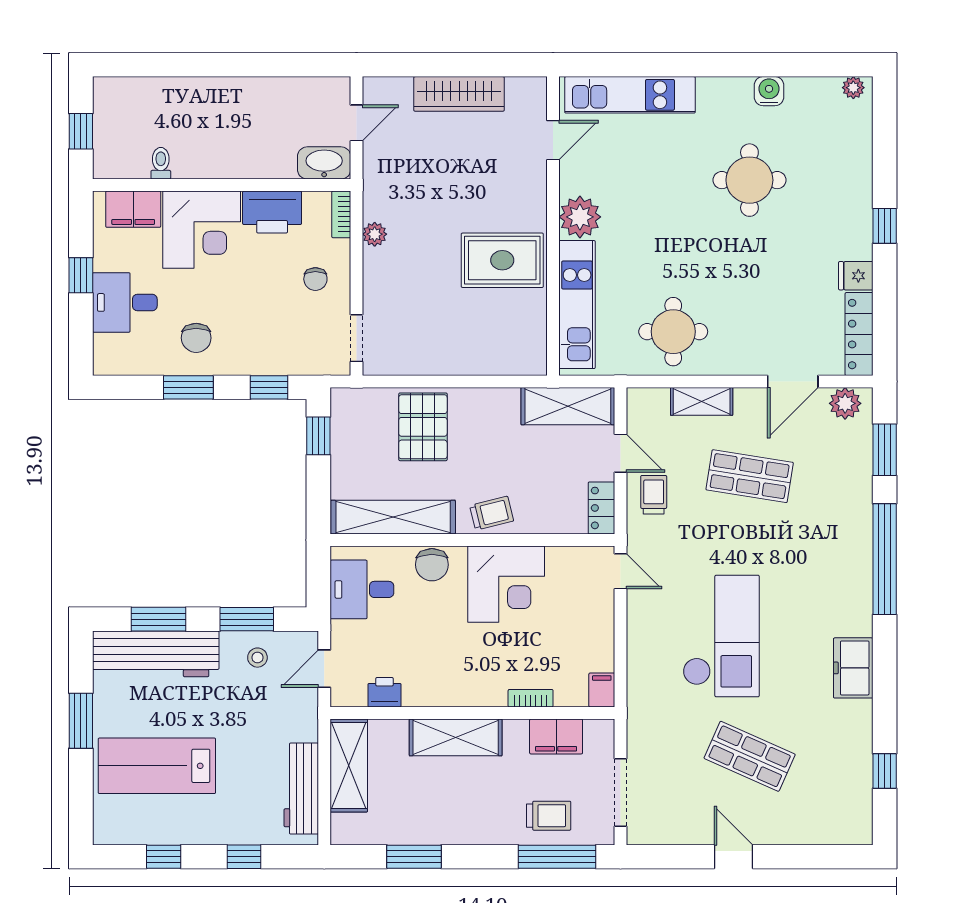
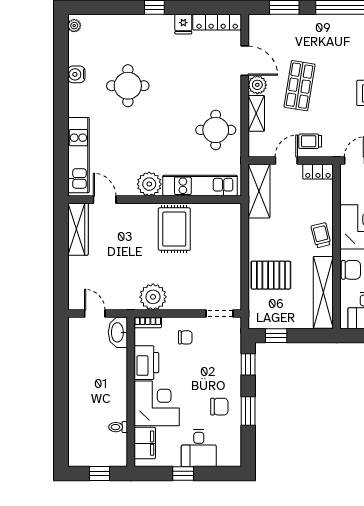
wardrobe: (459, 94) -> (78, 229), moved
plant: (375, 234) -> (153, 297), width x1.87, depth x1.87
plant: (845, 403) -> (257, 85), moved

